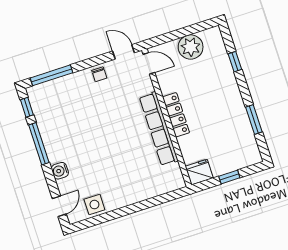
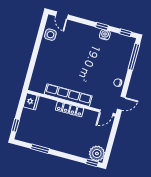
plant: (191, 47) -> (97, 154), moved
window: (235, 62) -> (92, 163), moved
window: (39, 144) -> (102, 26), width x0.46
water cooler: (60, 171) -> (105, 35), moved
window: (229, 177) -> (15, 125), moved

